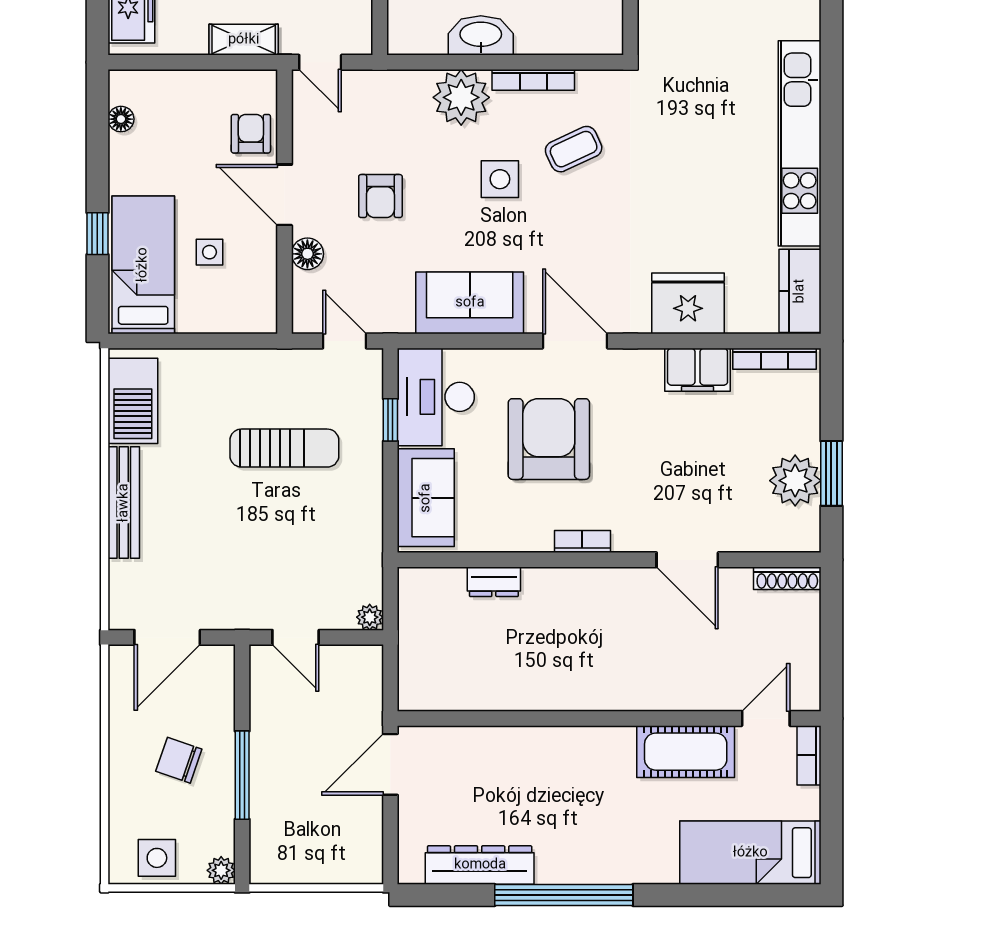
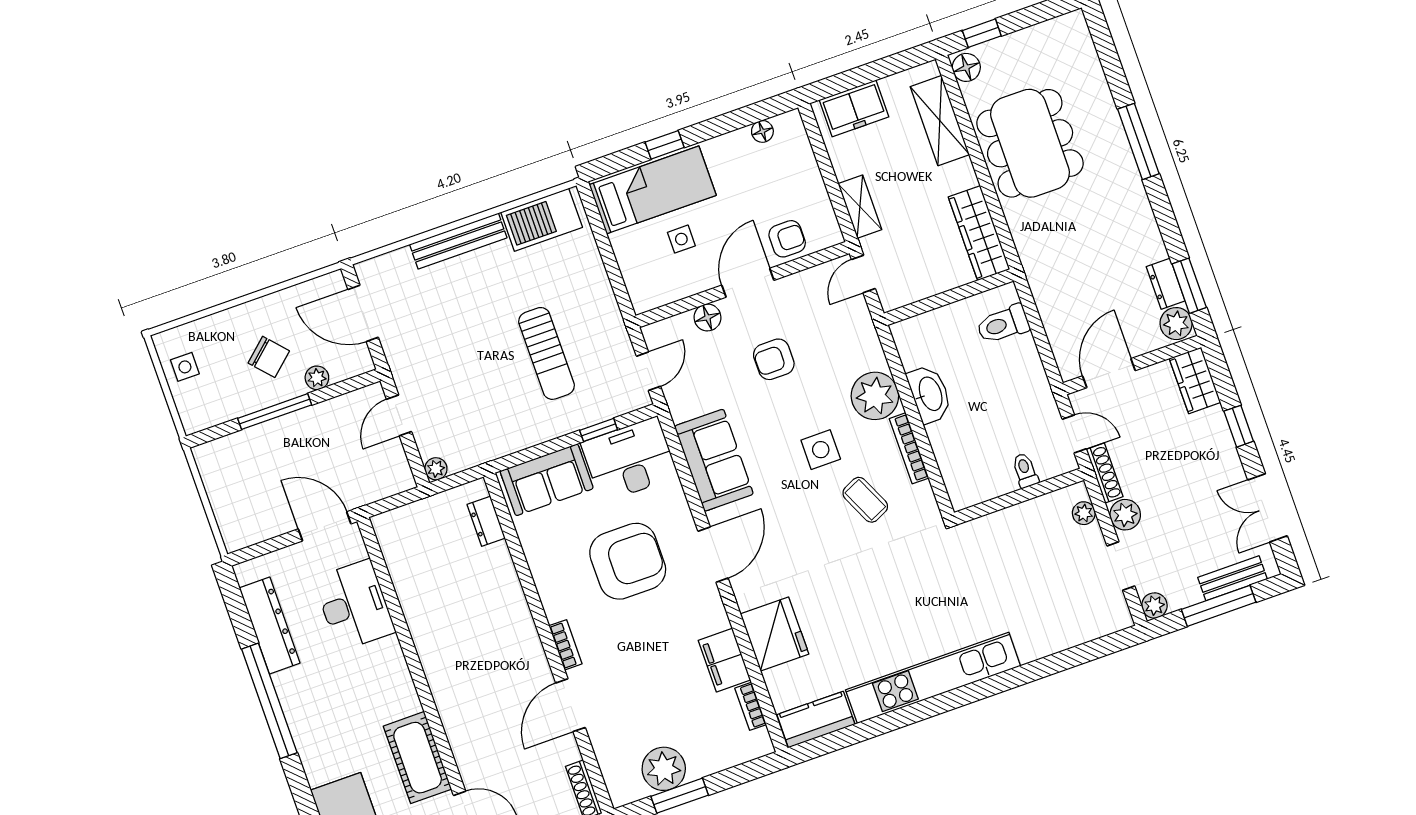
bookcase: (775, 359) -> (751, 706), width x0.64
bookcase: (582, 542) -> (565, 645), moved
dresser: (494, 582) -> (486, 521), moved
chair: (179, 760) -> (269, 357), turned 119
desk: (490, 762) -> (354, 605), added
side table: (157, 858) -> (185, 367), width x0.73, depth x0.73
plant: (221, 870) -> (317, 378), moved

